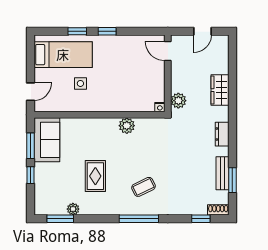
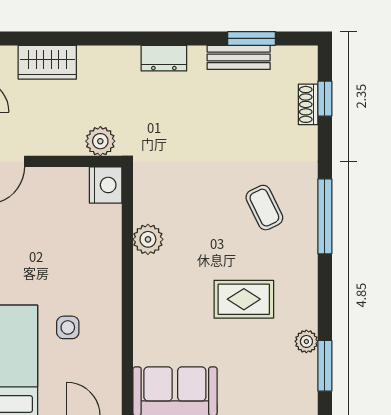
wardrobe: (220, 90) -> (47, 62), moved
nightstand: (160, 107) -> (106, 185), width x1.89, depth x1.79
shoe rack: (218, 210) -> (308, 104), moved

